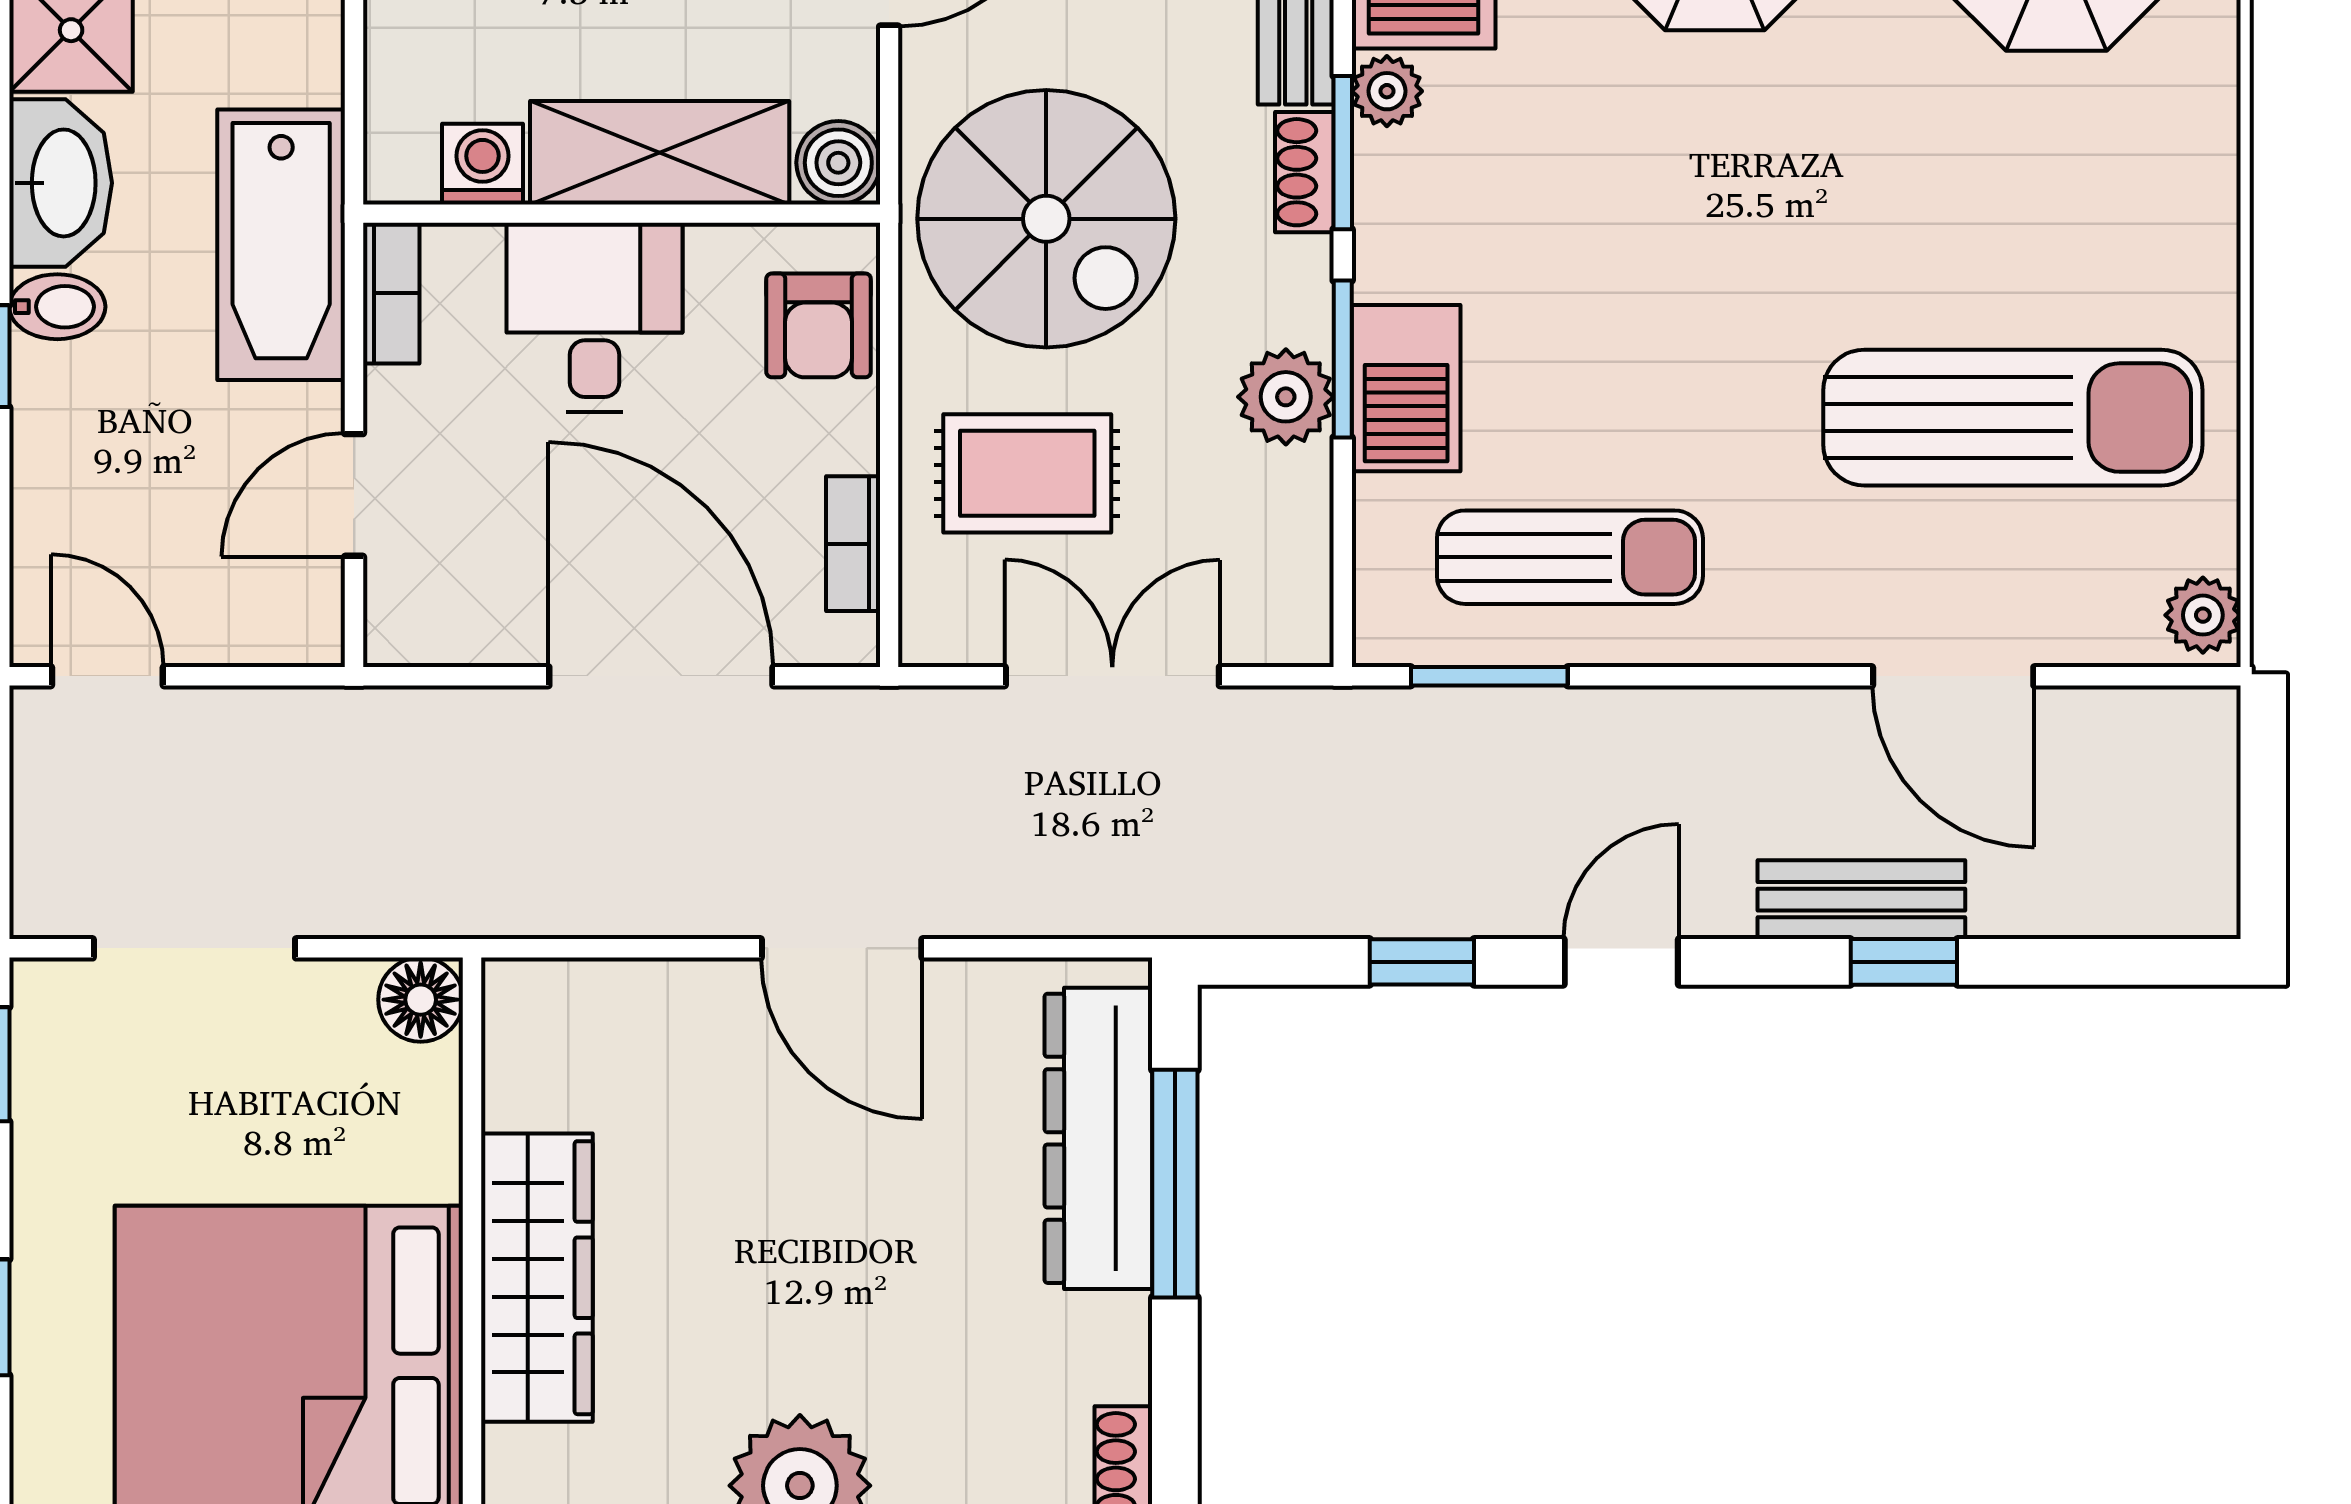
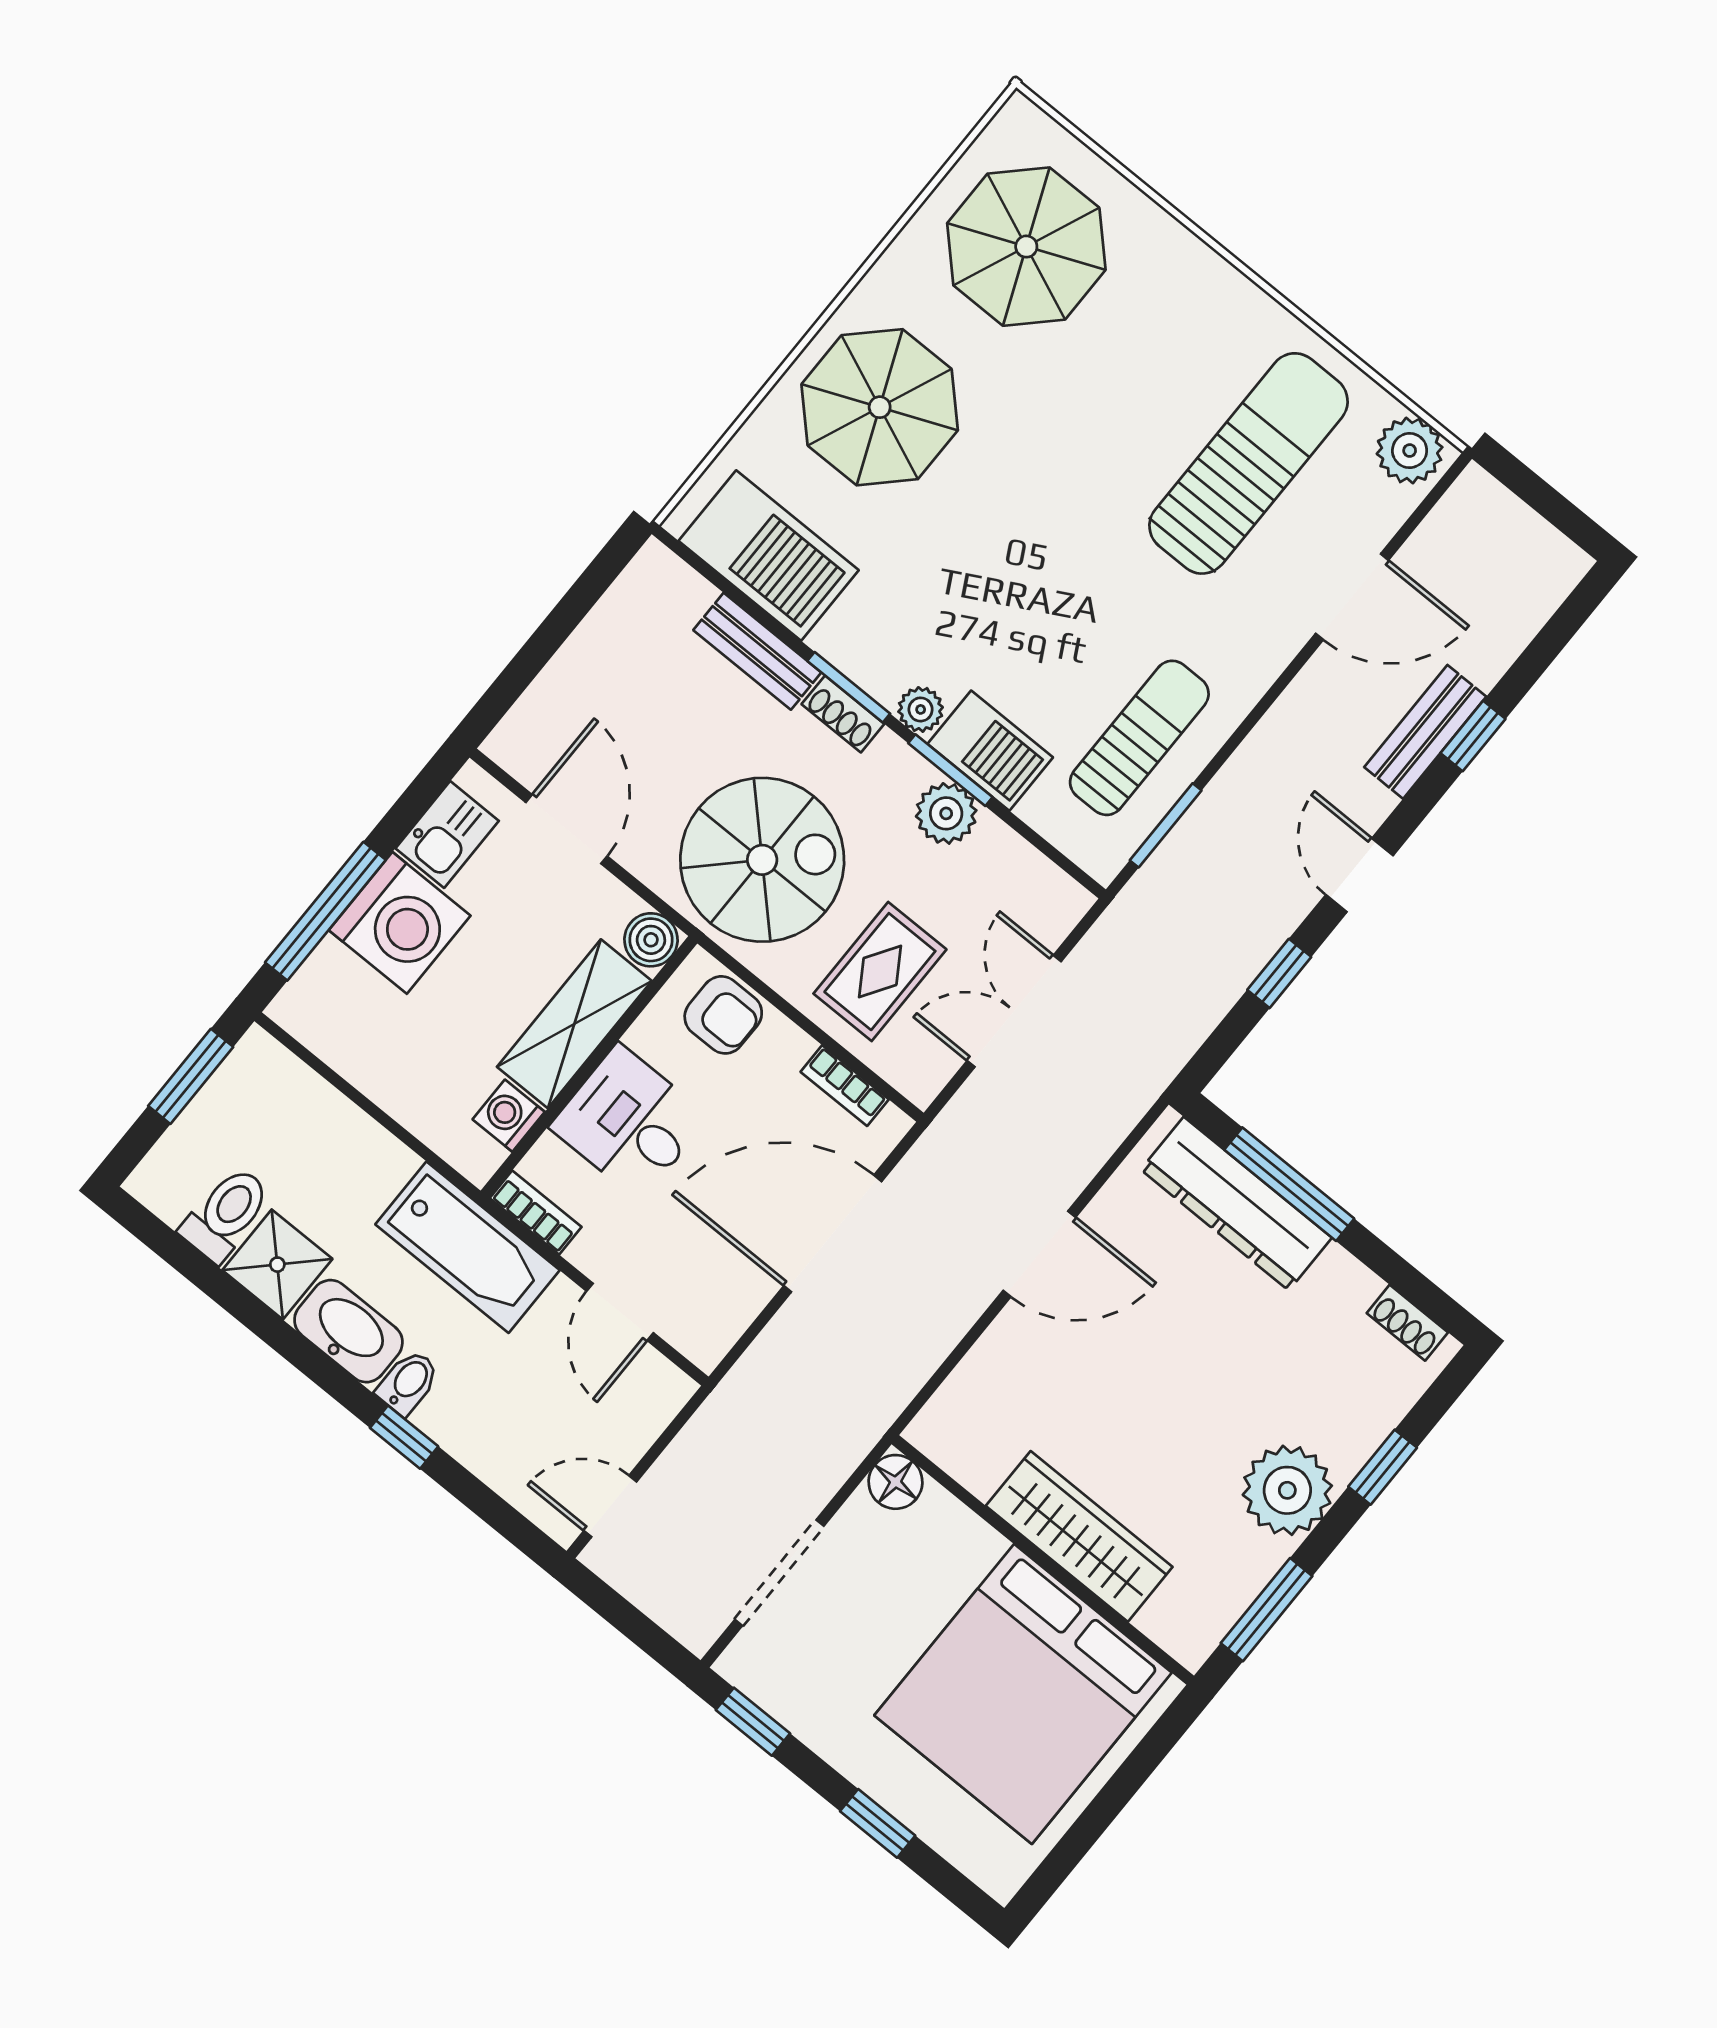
plant: (1387, 91) -> (921, 709), moved
plant: (2203, 615) -> (1410, 451), width x1.38, depth x1.38

